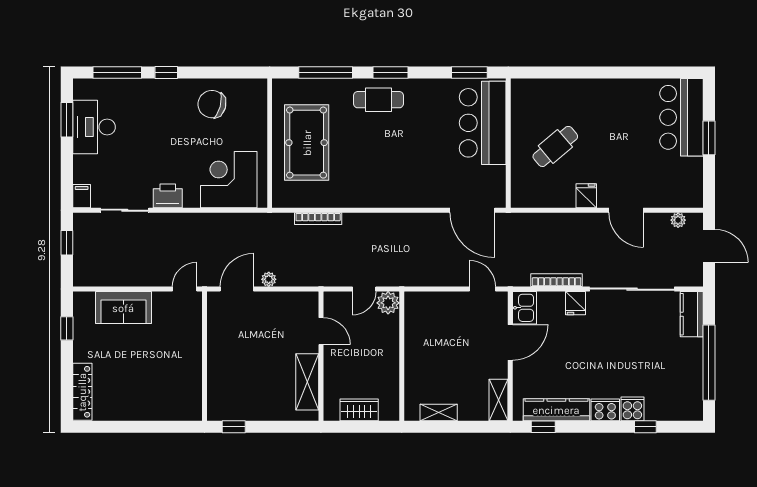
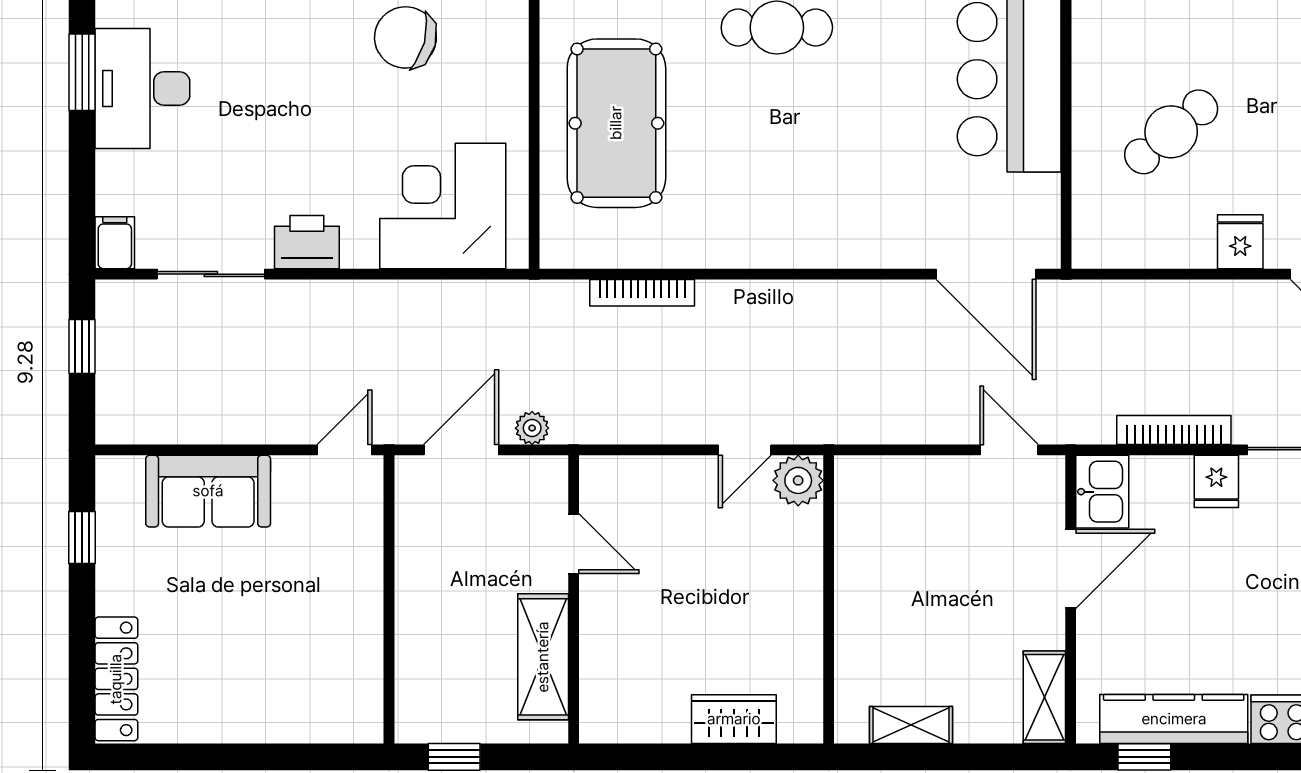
door: (321, 331) -> (574, 544), moved
wall: (321, 356) -> (574, 599), moved
shelving: (307, 382) -> (543, 657), moved

